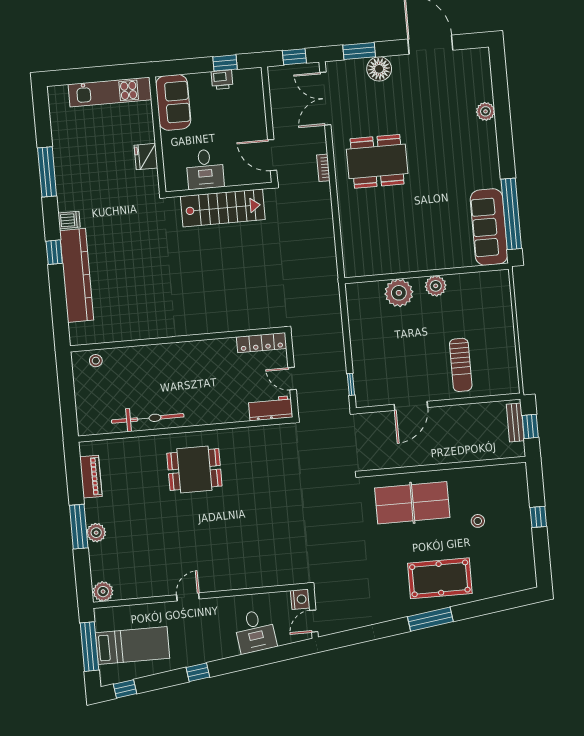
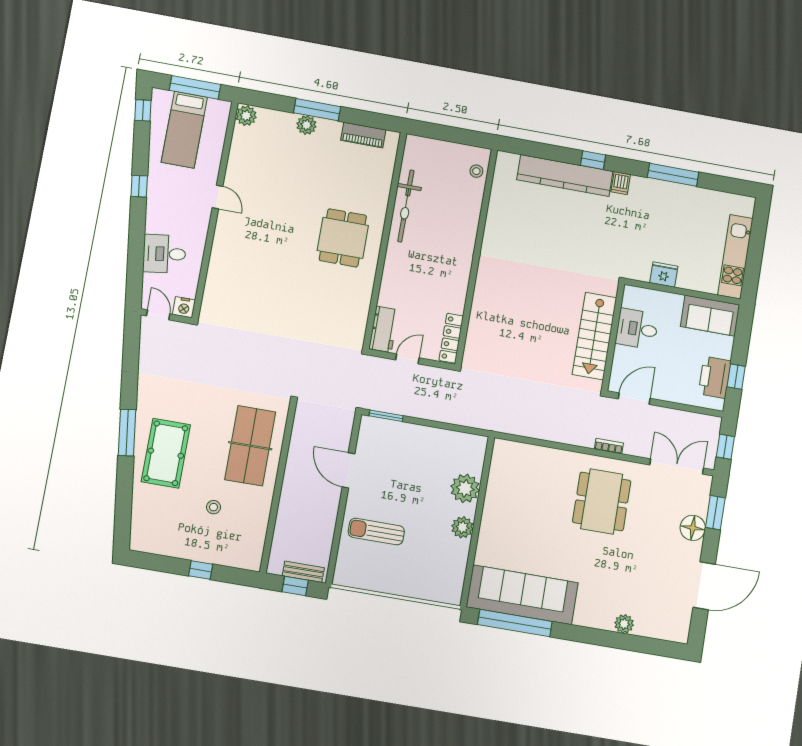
printer: (222, 80) -> (715, 377), width x1.87, depth x1.48
sofa: (489, 227) -> (522, 595), width x1.36, depth x1.27
window: (351, 384) -> (386, 416), width x1.50

